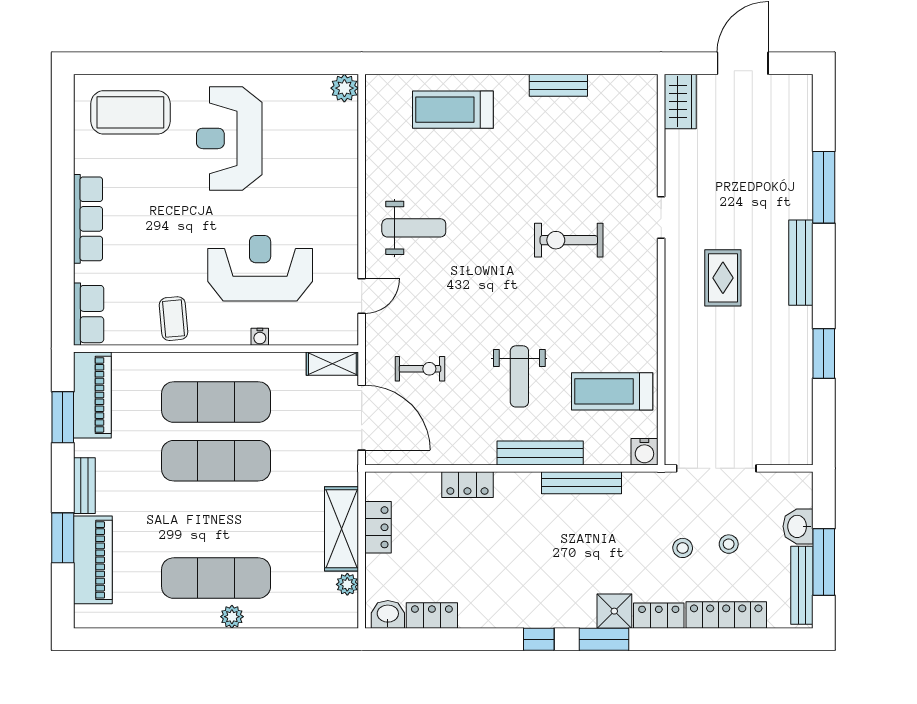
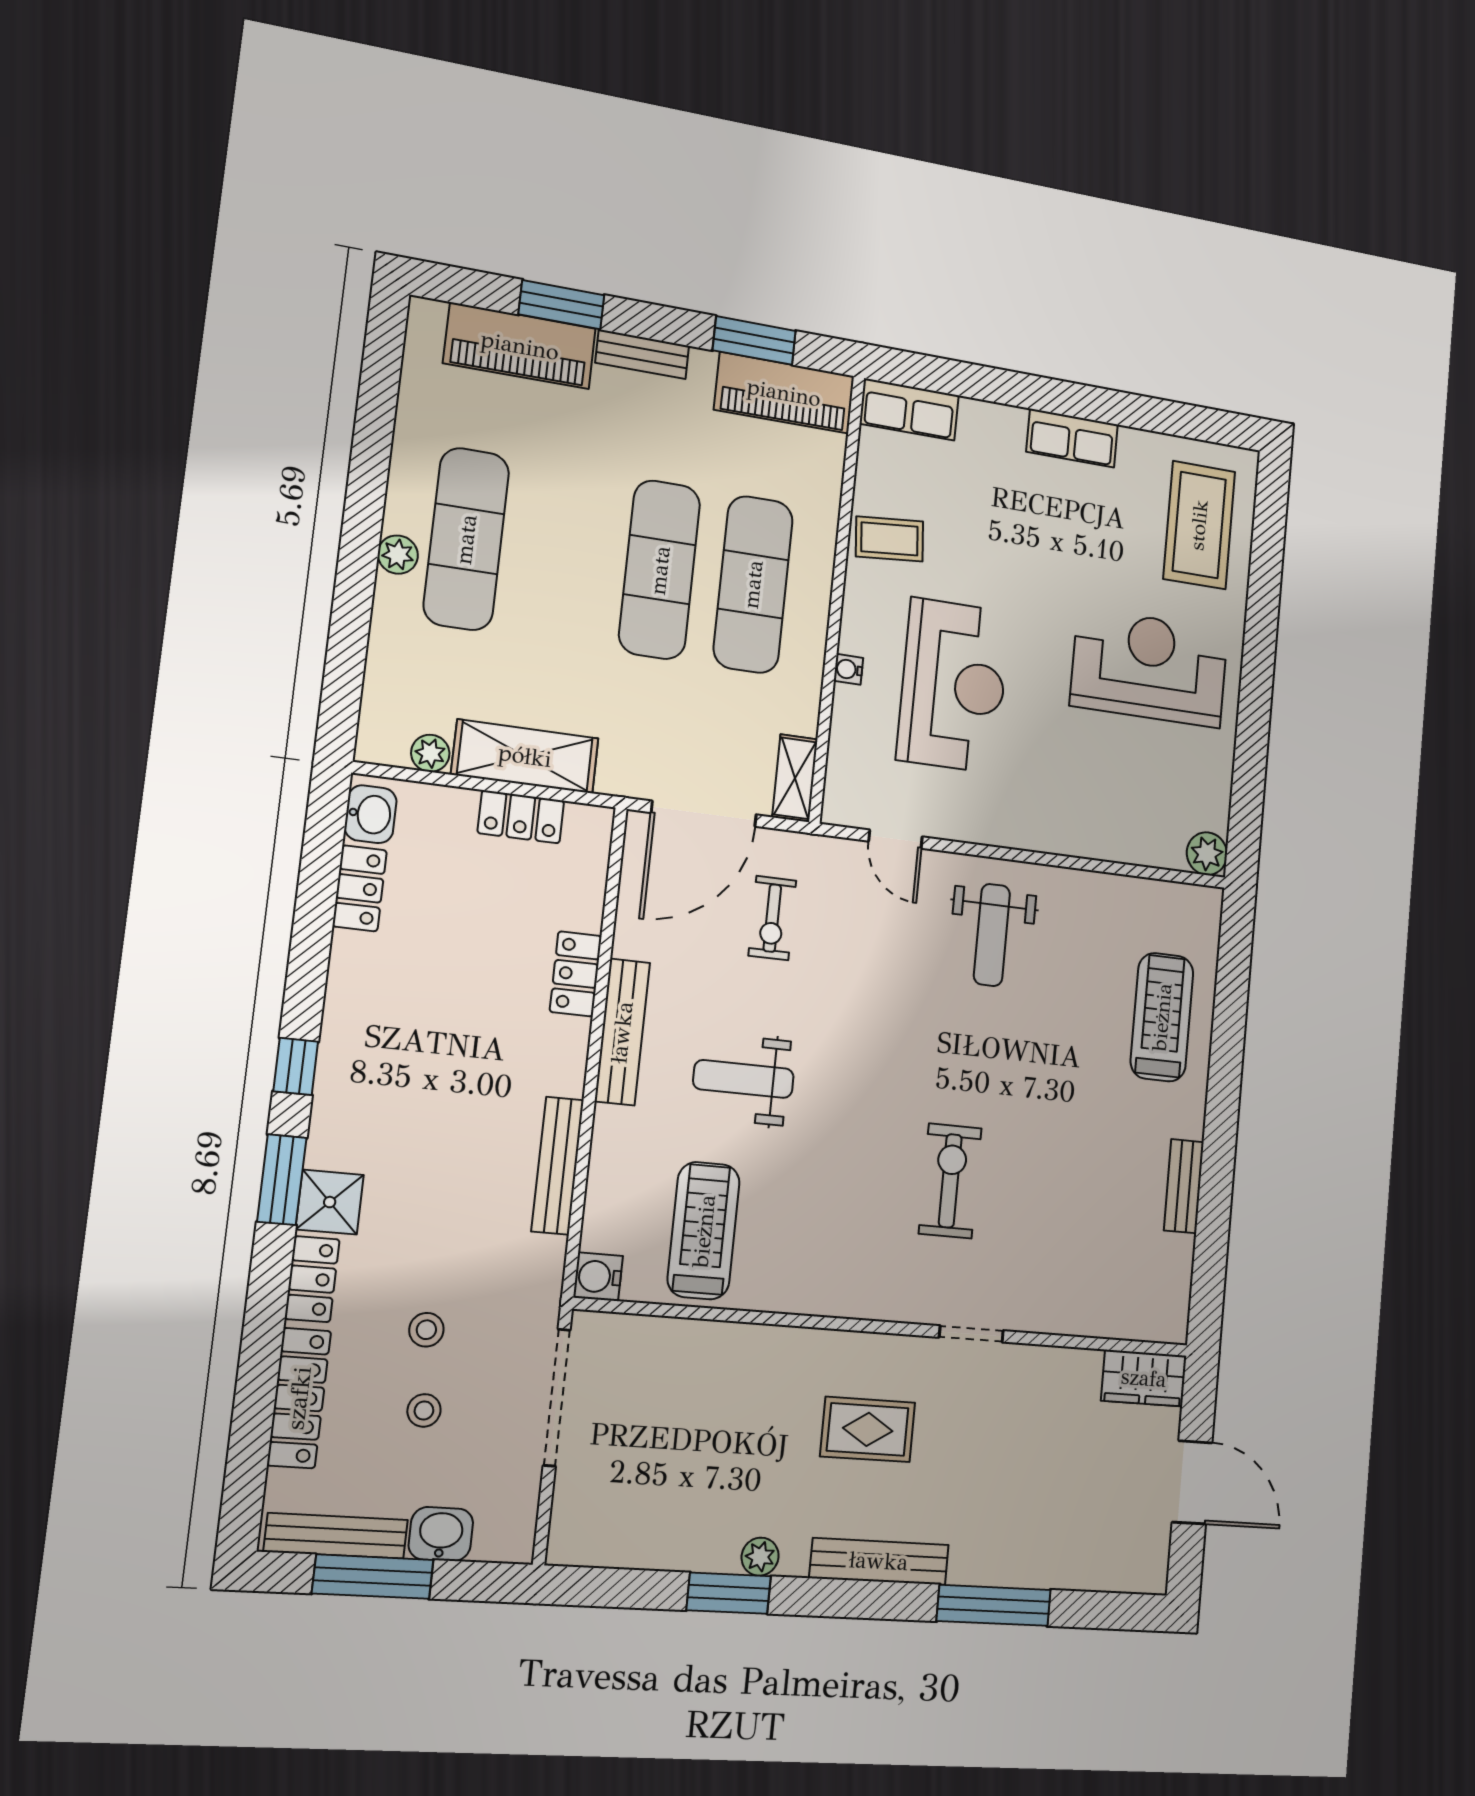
row of seats: (88, 219) -> (1072, 438), width x0.68
plant: (802, 337) -> (760, 1557), added
bench: (540, 453) -> (622, 1032), moved

